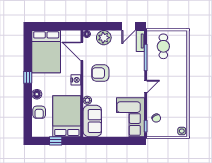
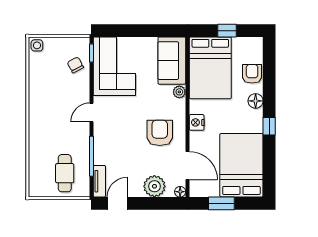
window: (59, 26) -> (221, 203), added
armchair: (100, 73) -> (160, 133), turned -90

